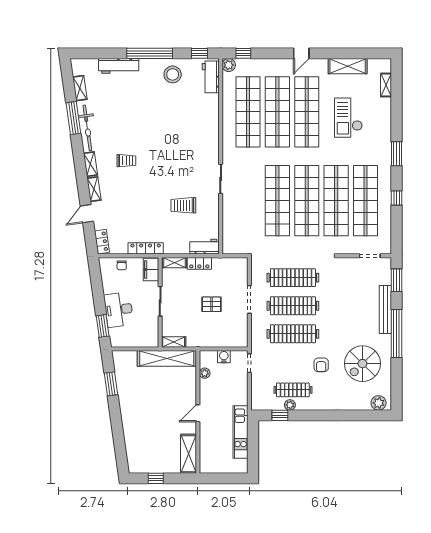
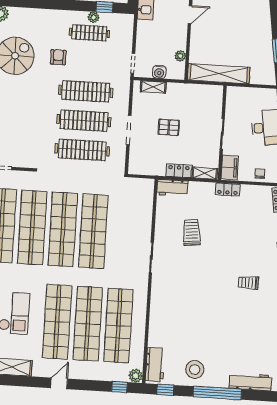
trolley: (183, 205) -> (192, 232), turned -96
locker: (146, 248) -> (228, 189), width x0.66
shelving: (174, 342) -> (153, 87), moved

